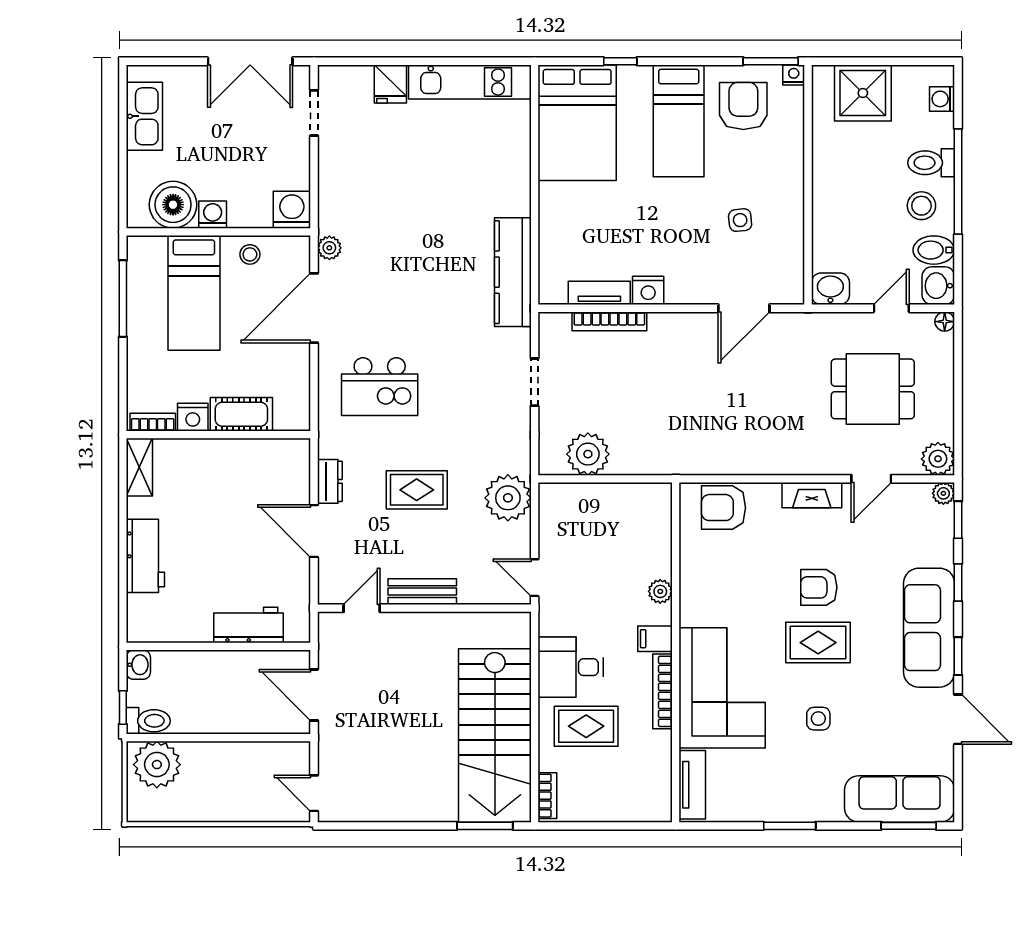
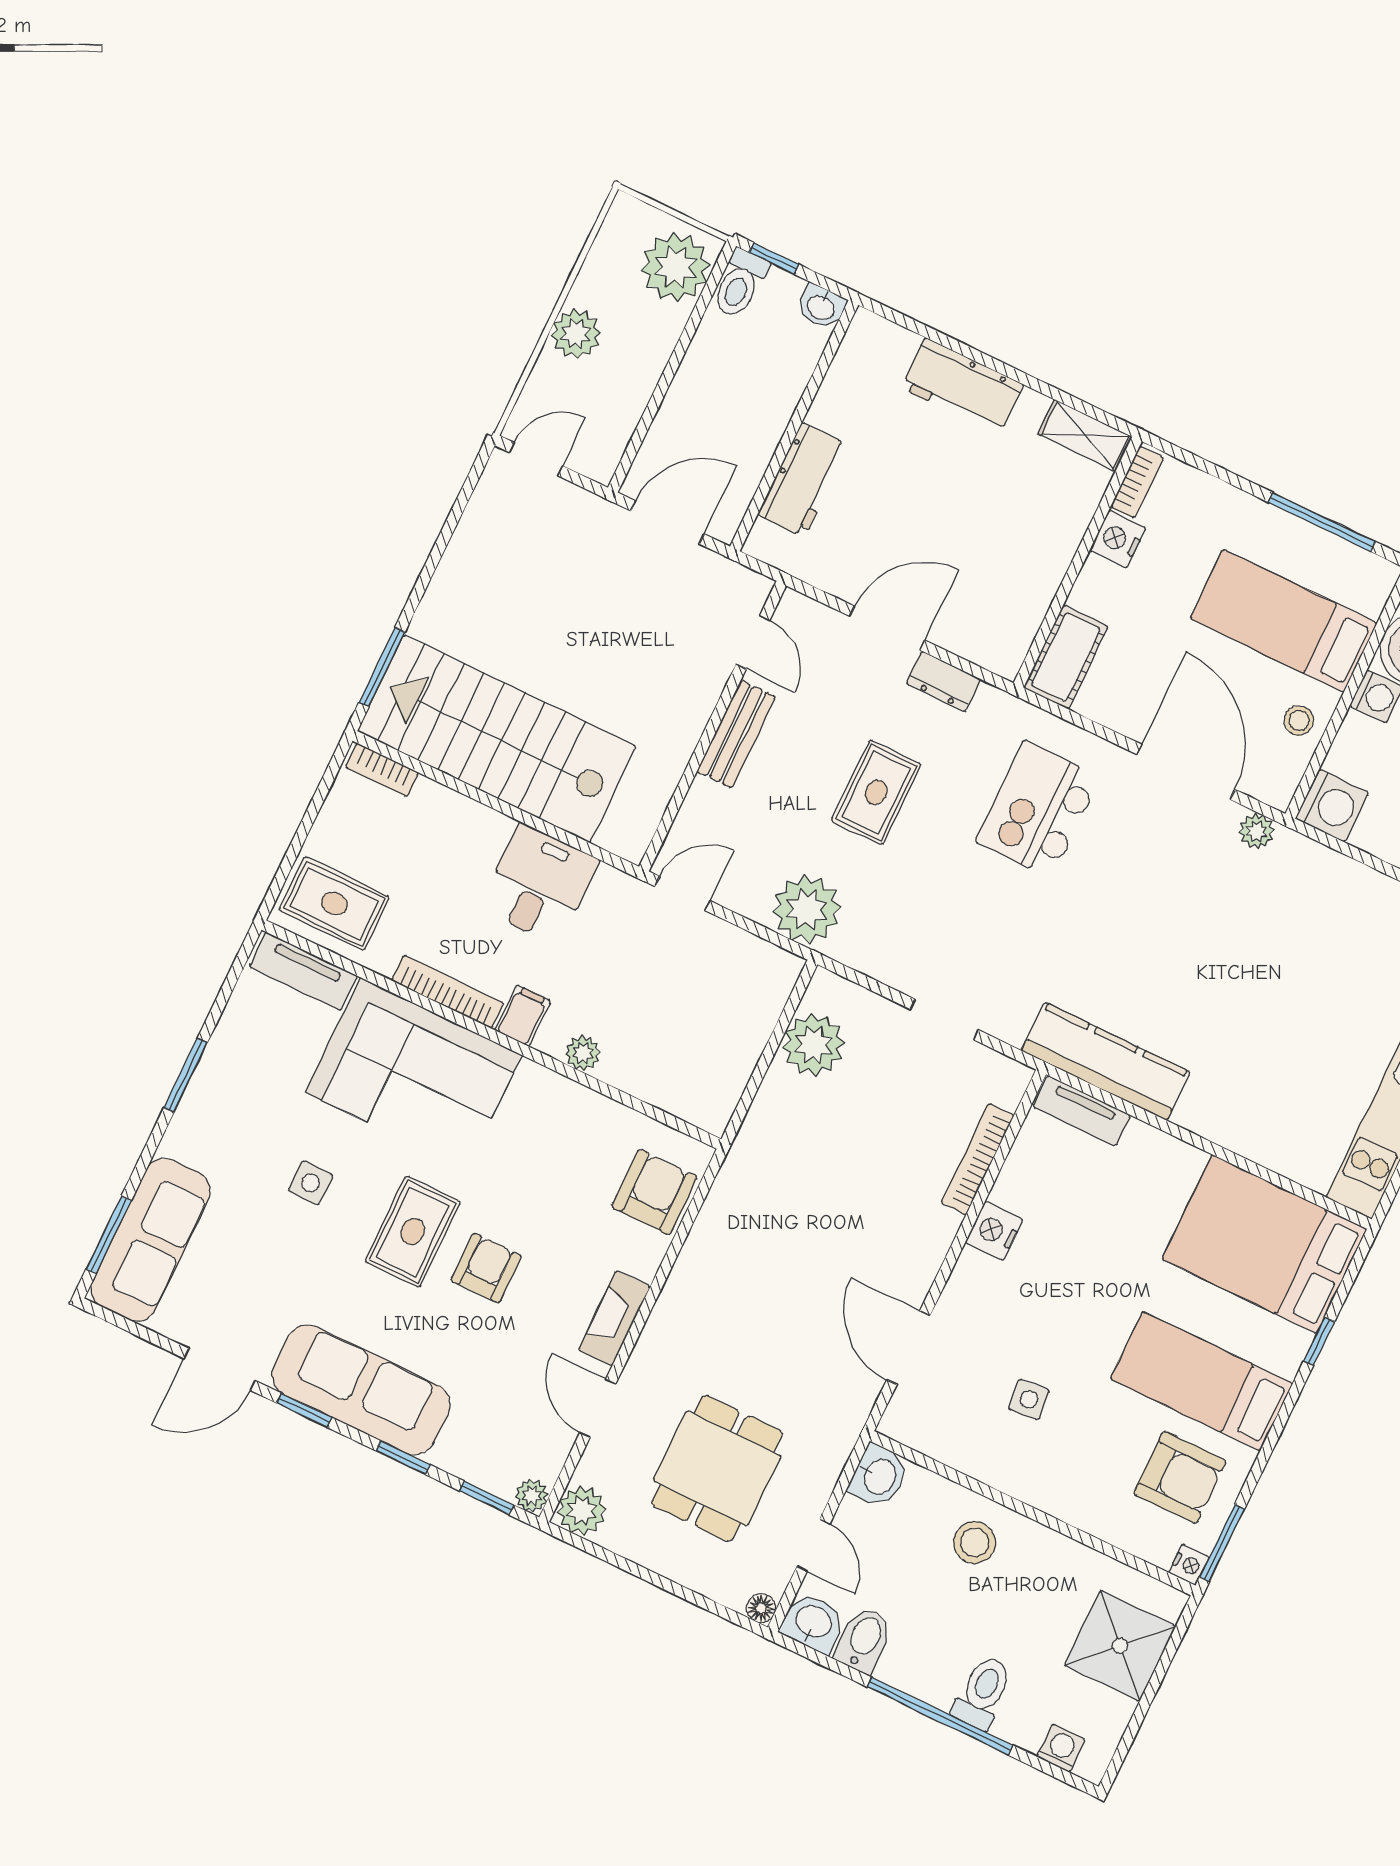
stool: (921, 206) -> (975, 1542), moved
tv unit: (599, 293) -> (1082, 1111), moved, turned 90
cot: (241, 414) -> (1066, 657), moved
rug: (586, 726) -> (334, 904), moved, turned 90
plant: (226, 805) -> (576, 334), added

